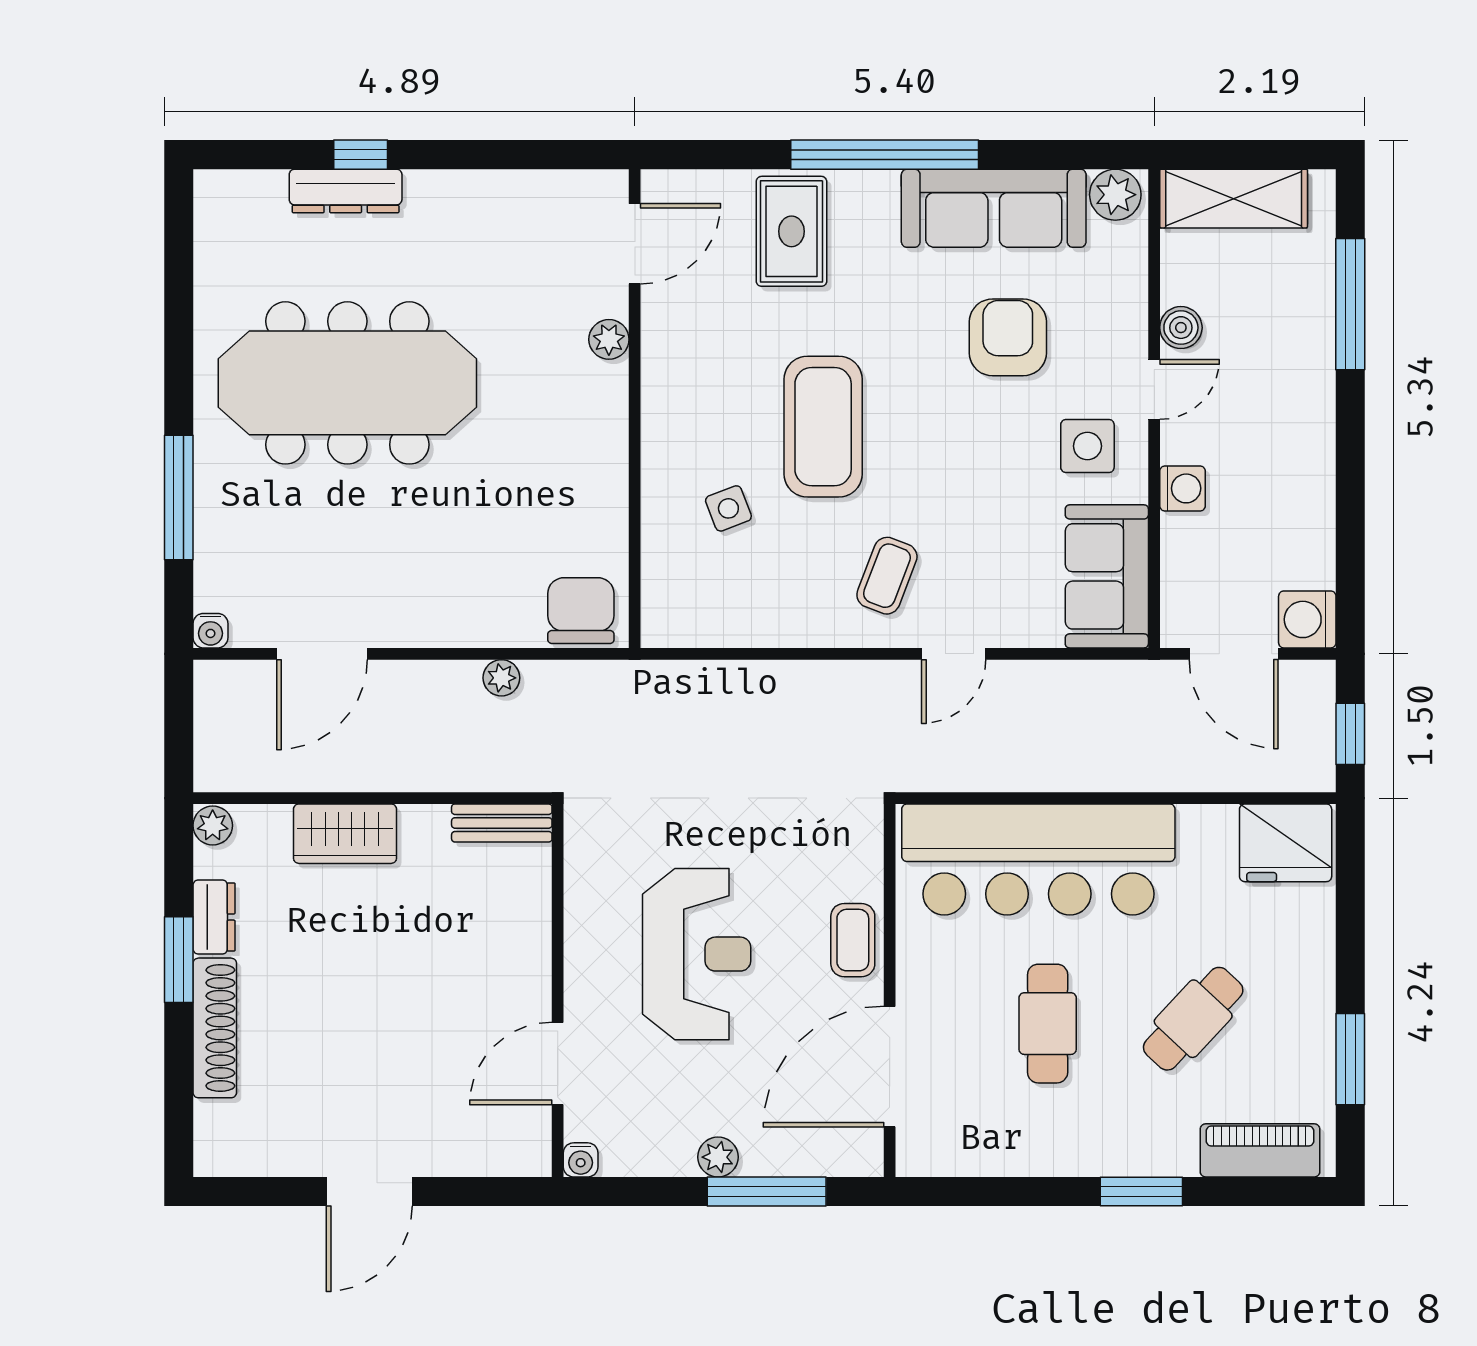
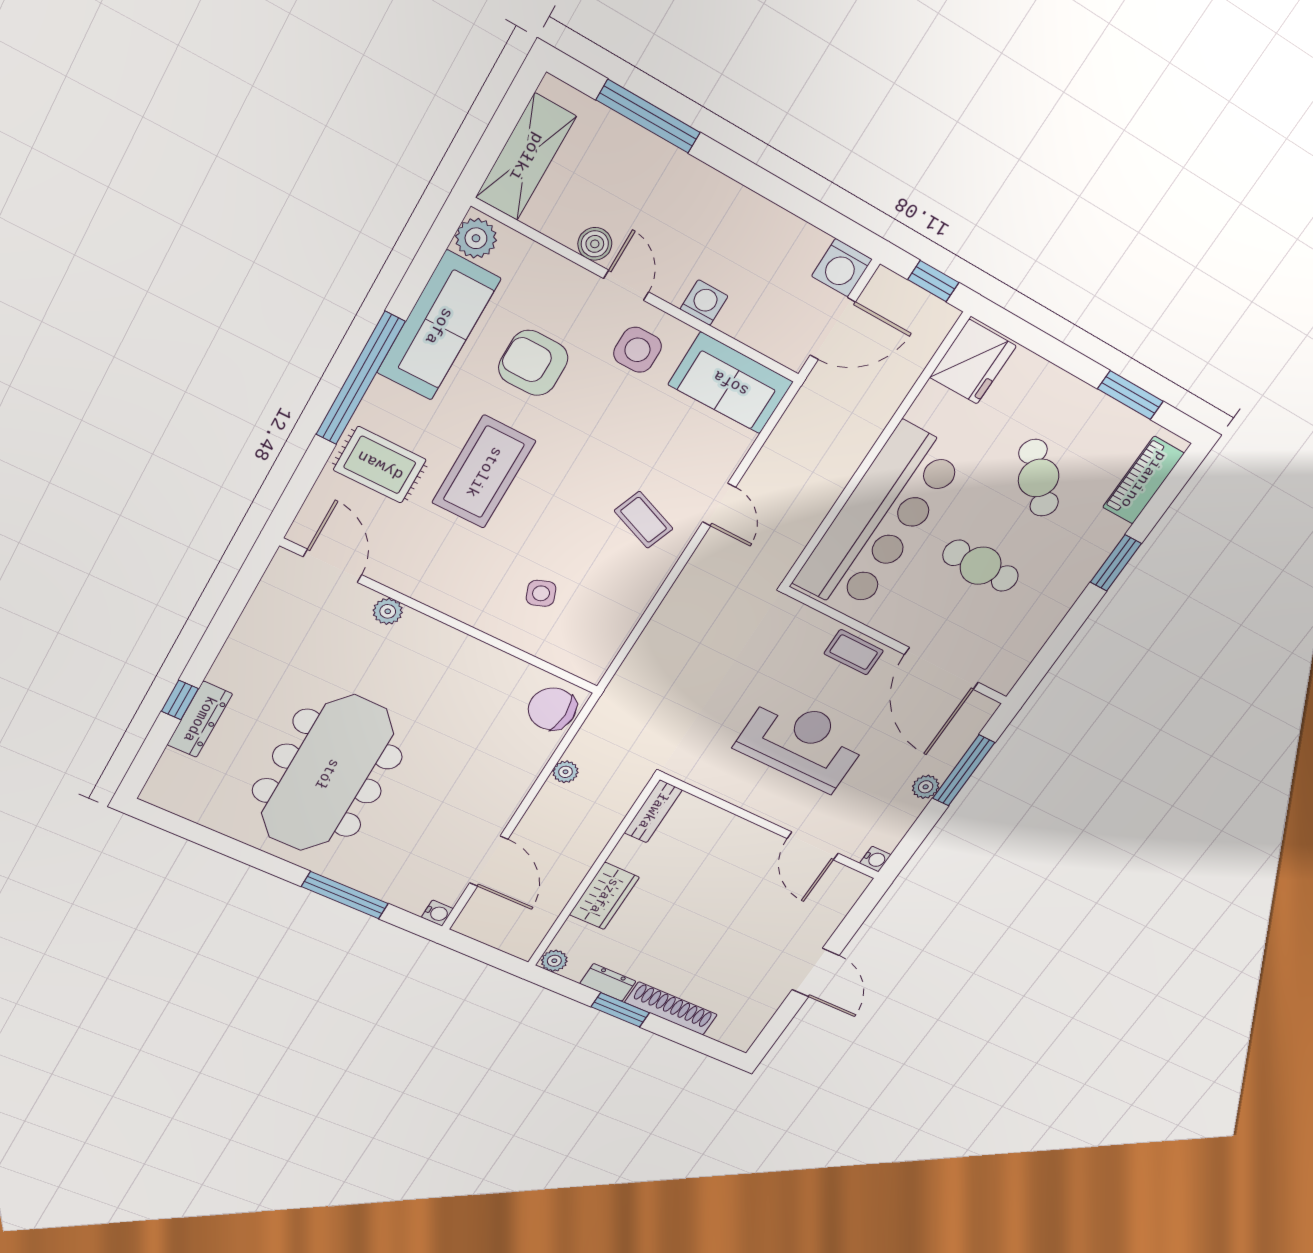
coffee table: (823, 427) -> (484, 472), moved, turned 90

